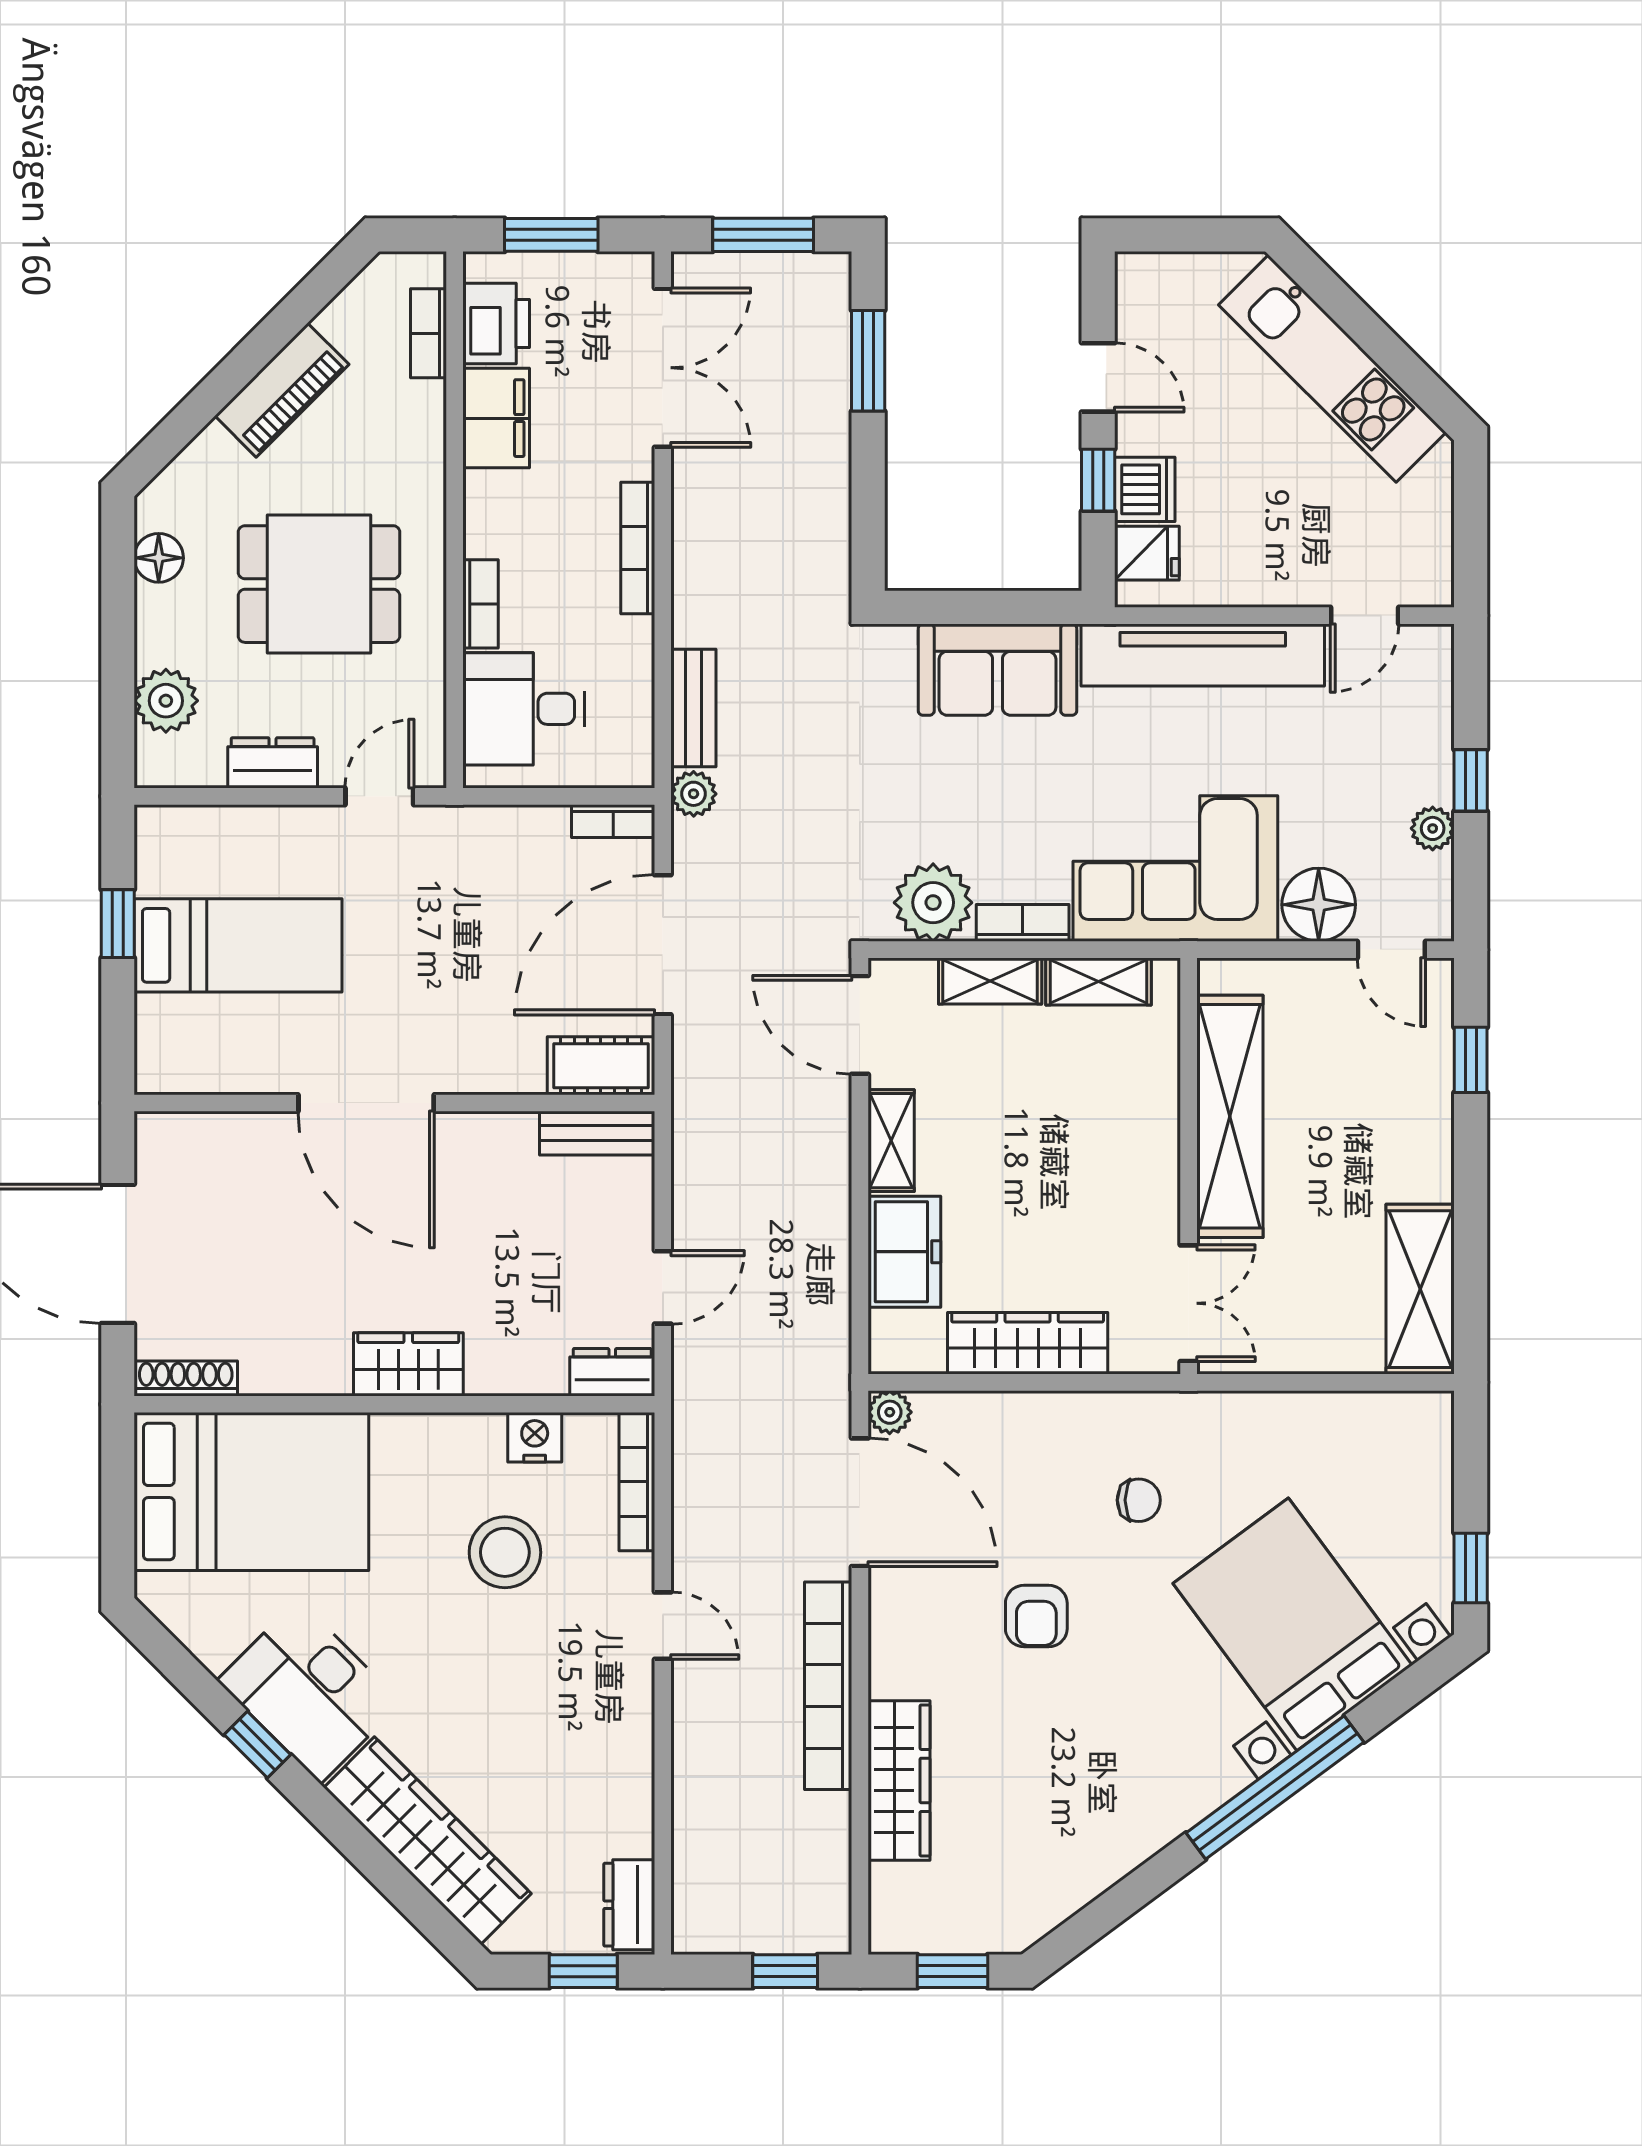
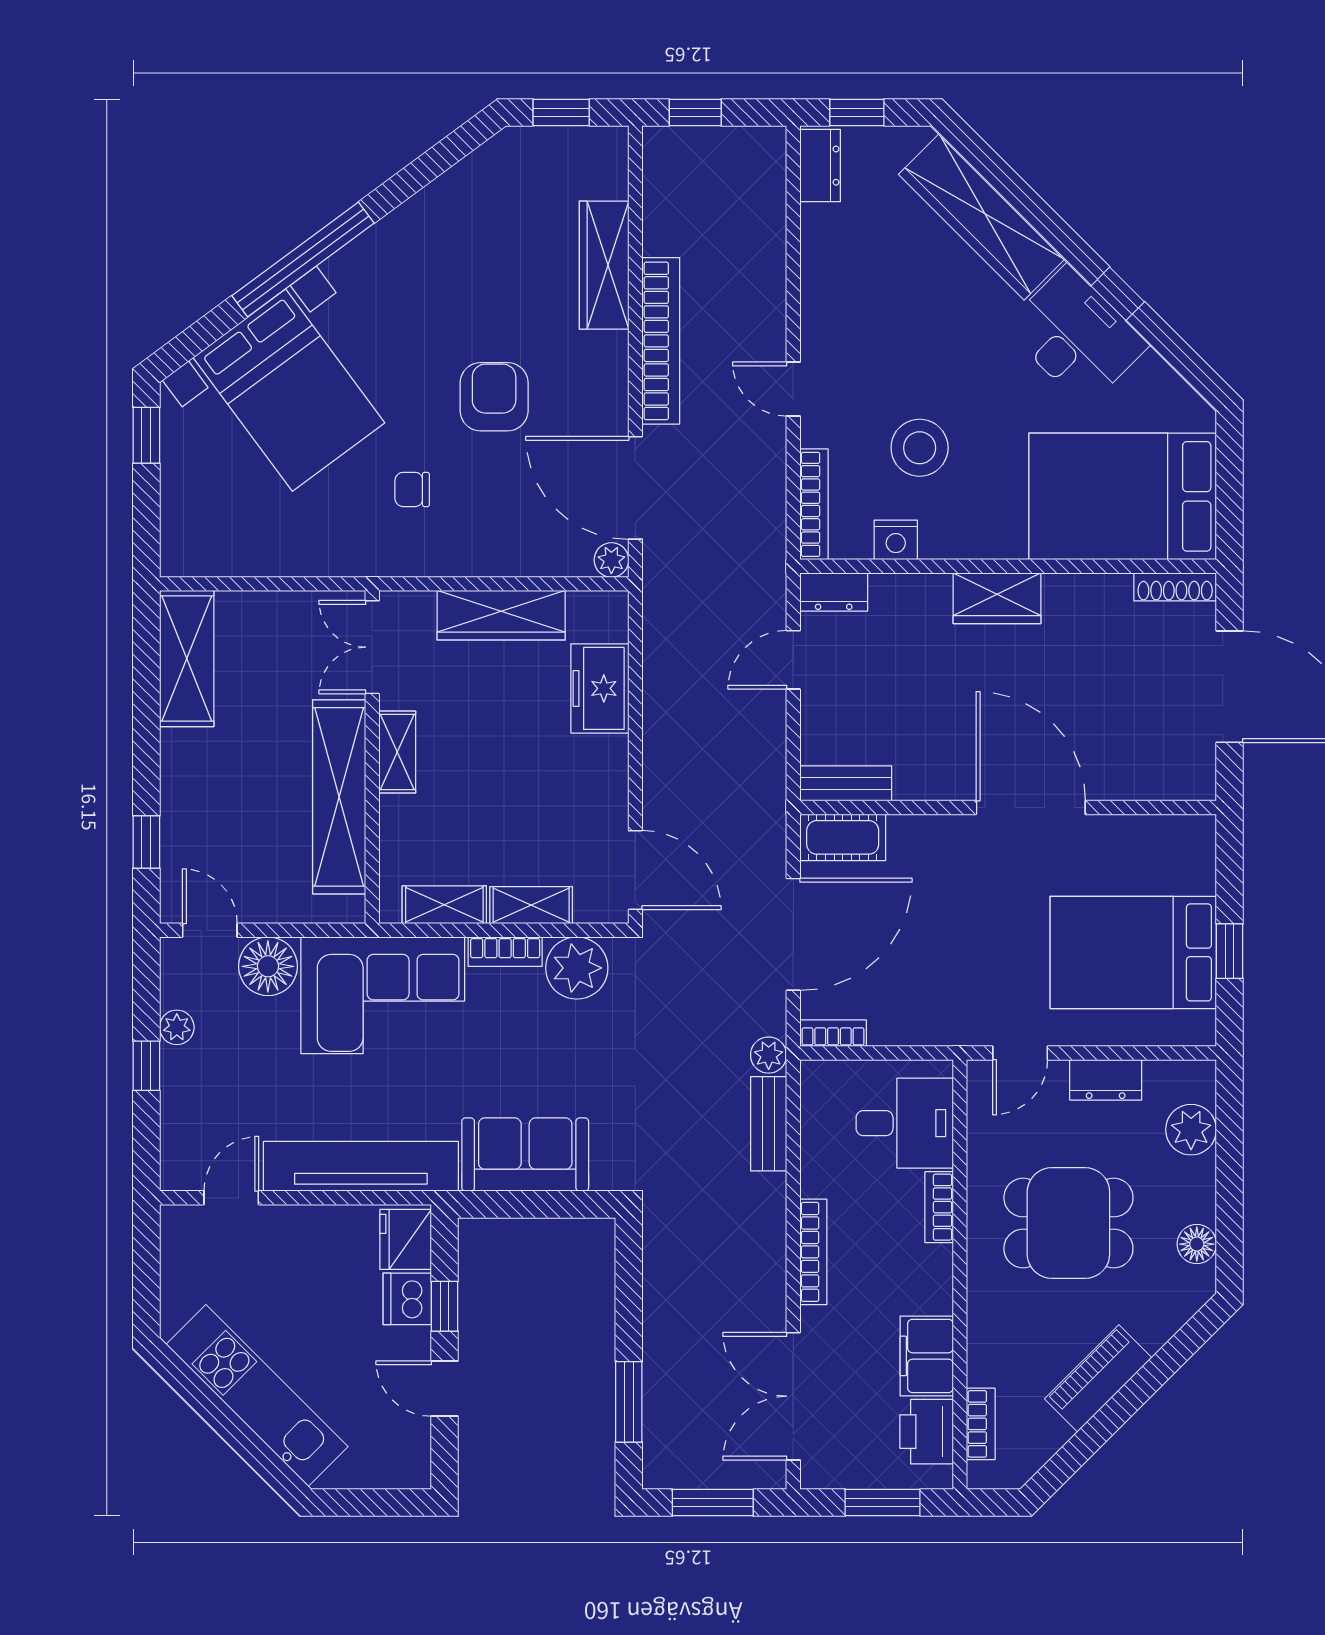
fridge: (1147, 553) -> (406, 1239), width x1.38
bed: (238, 945) -> (1133, 952), width x1.50
shelving: (891, 1141) -> (397, 752), moved
armchair: (1036, 1616) -> (494, 397), width x1.38, depth x1.38

